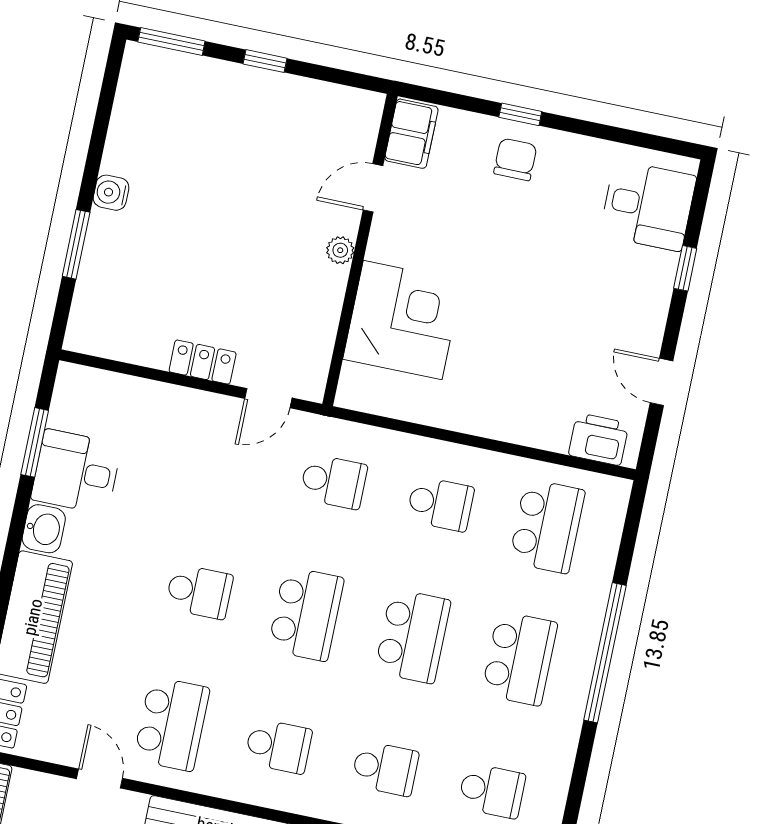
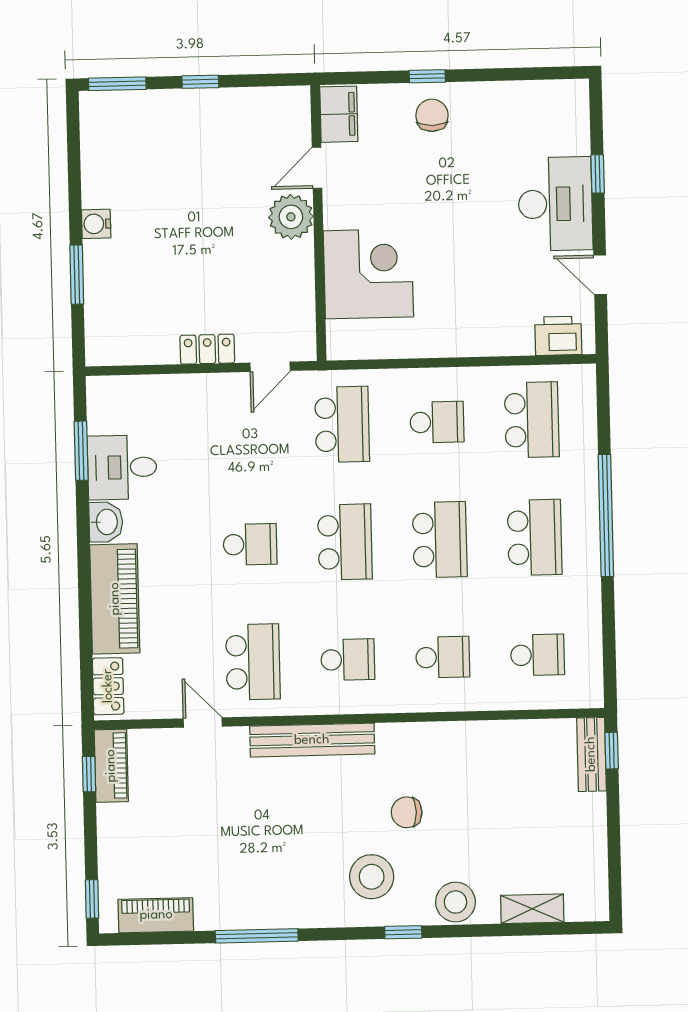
desk: (648, 206) -> (555, 204), moved, width x1.37
plant: (340, 250) -> (291, 217), width x1.88, depth x1.88
school desk: (334, 482) -> (342, 424), width x1.85

